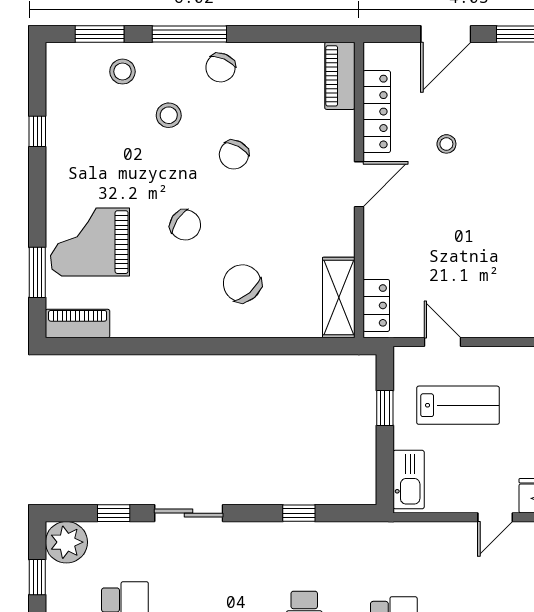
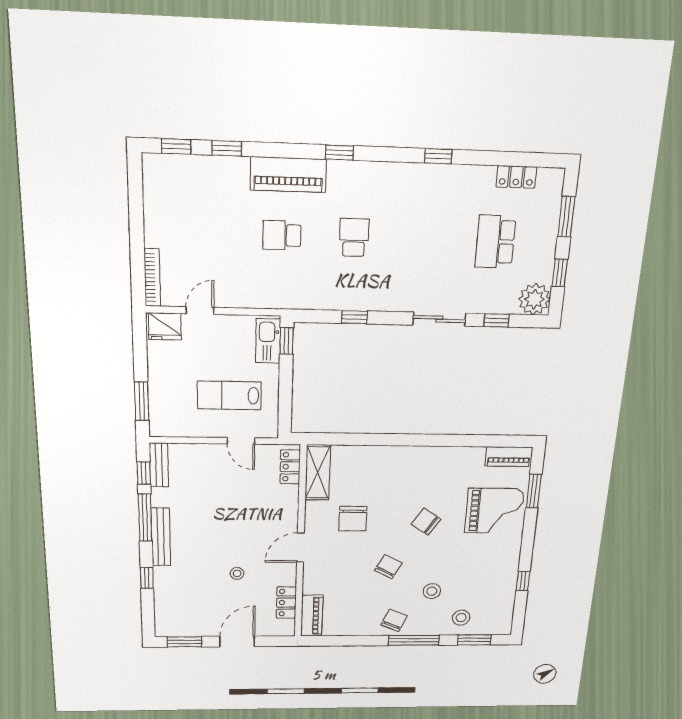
locker: (377, 112) -> (286, 603), width x0.66
chair: (242, 283) -> (353, 519), moved, turned 41
window: (385, 408) -> (287, 341), moved

